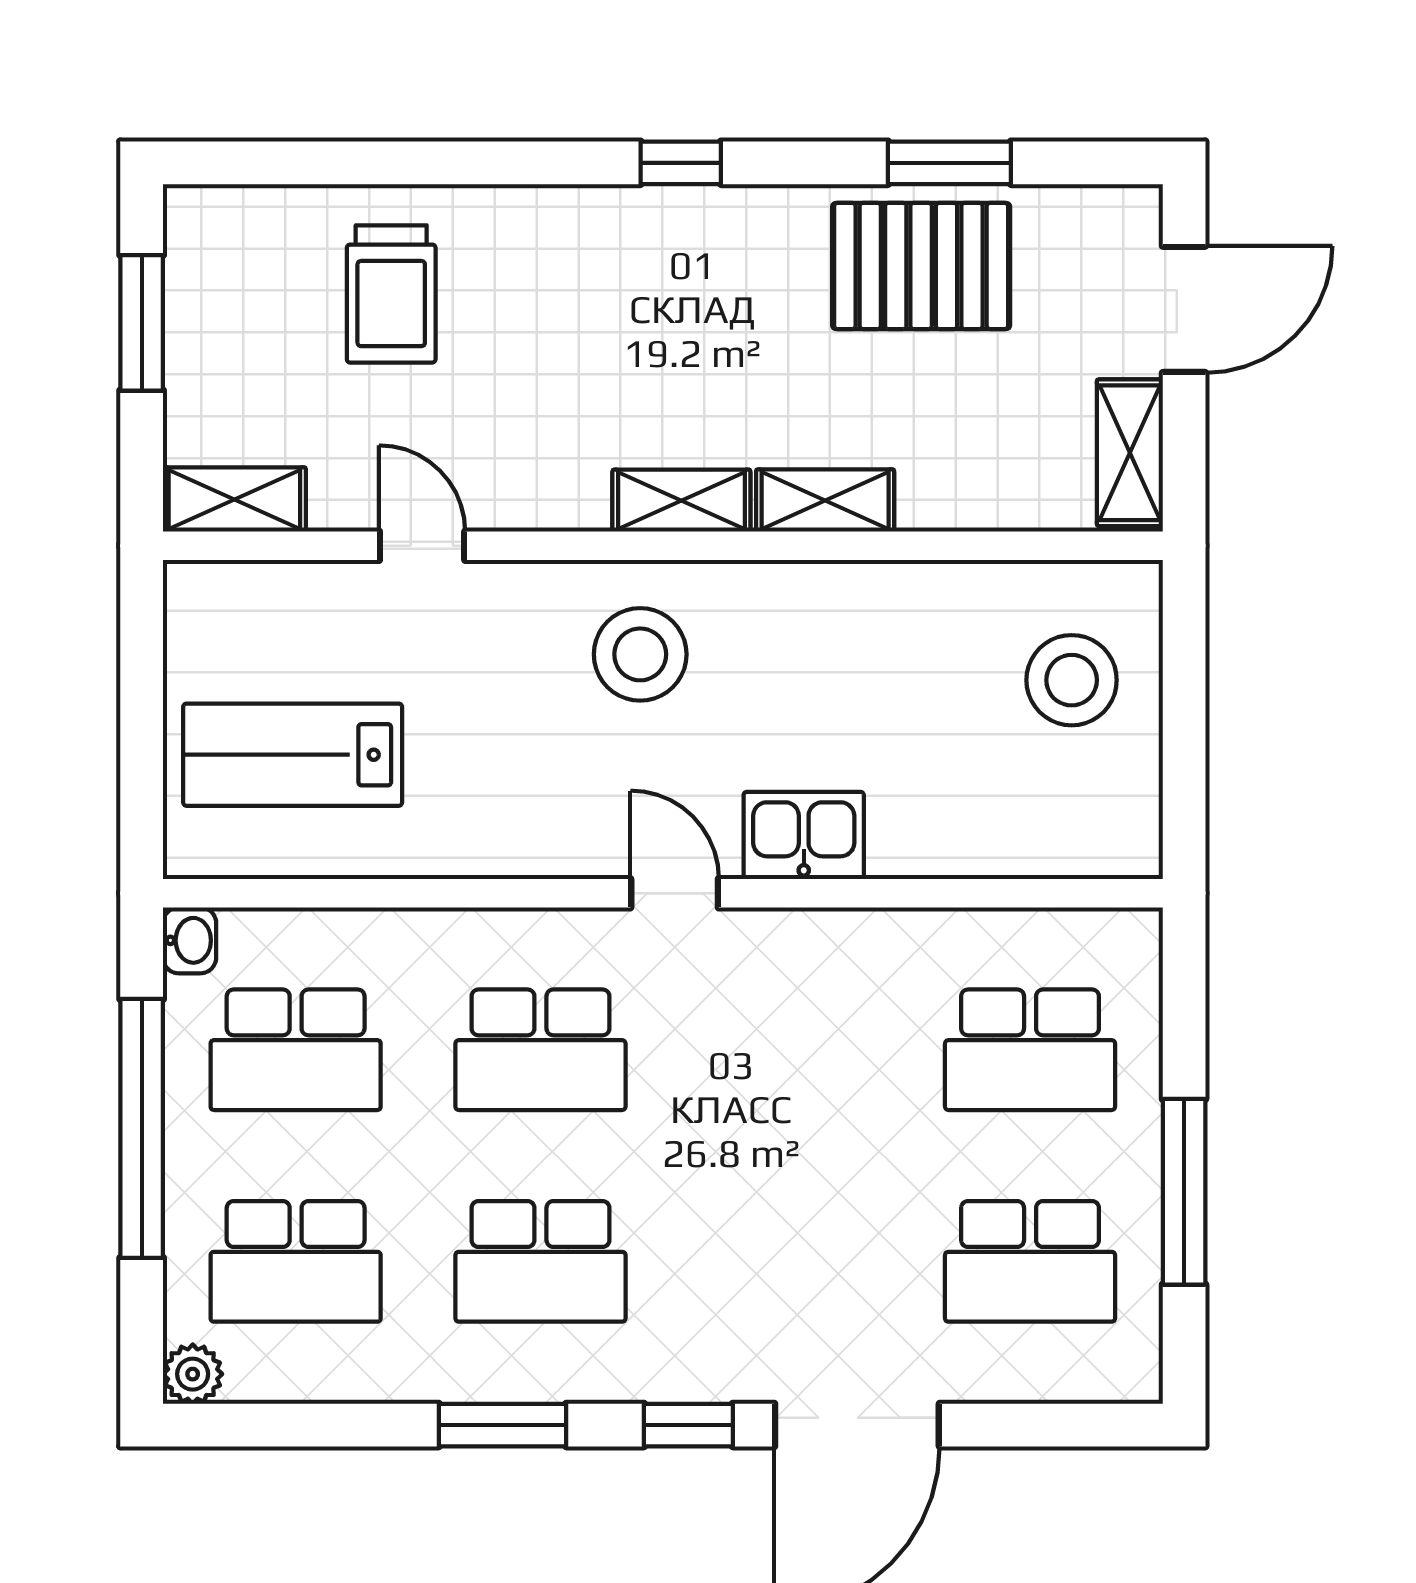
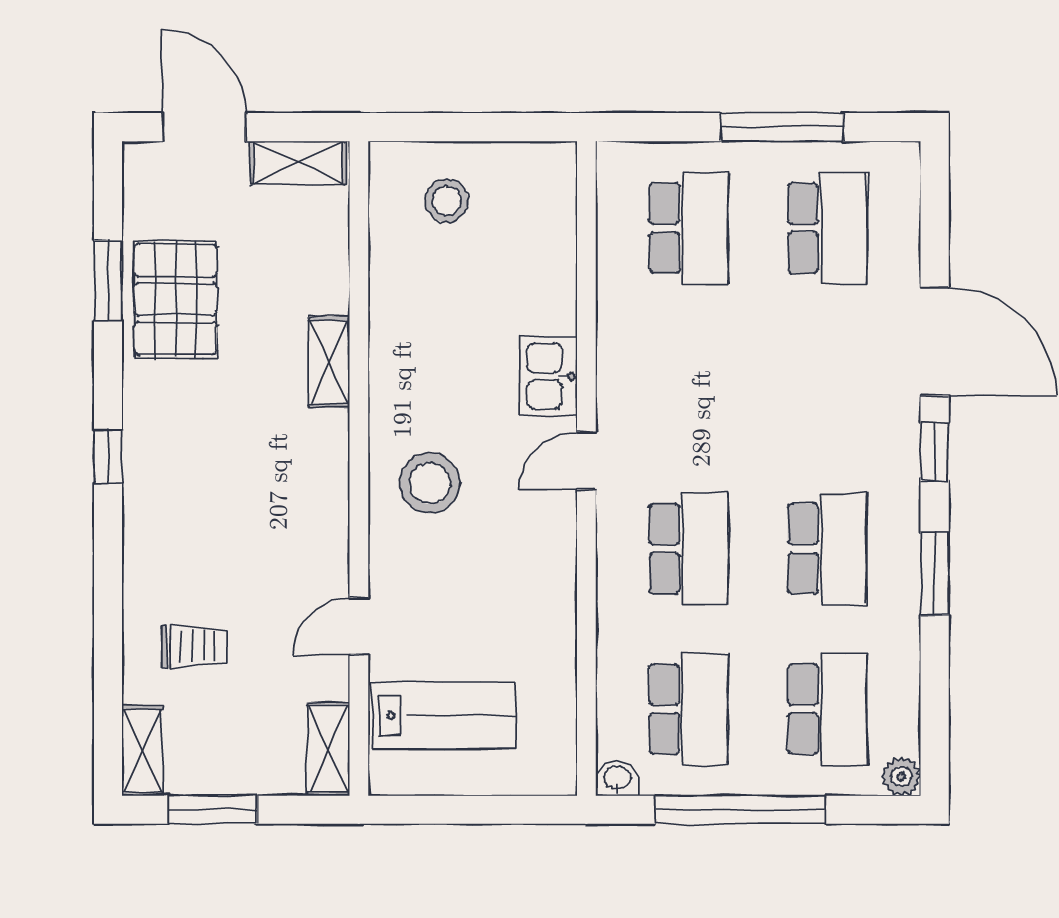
trolley: (391, 294) -> (194, 646), width x0.73, depth x0.72
shelving: (681, 501) -> (142, 751), moved
stool: (1072, 680) -> (447, 201), width x0.73, depth x0.73
lab bench: (293, 755) -> (444, 715), moved, turned -90

